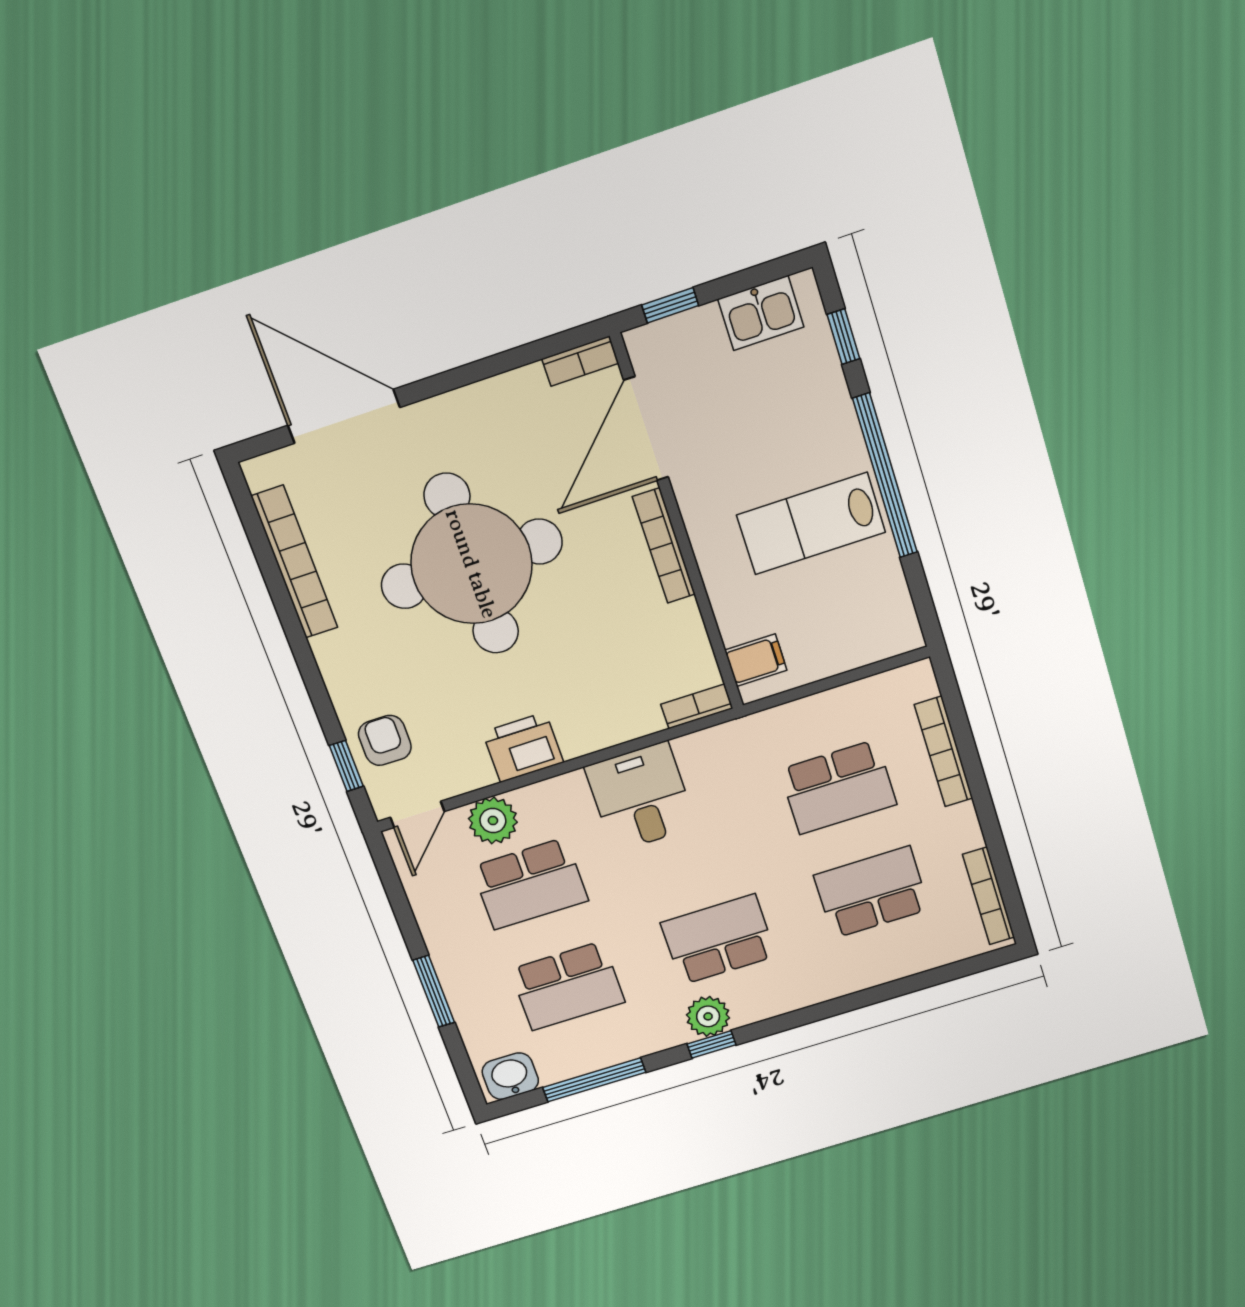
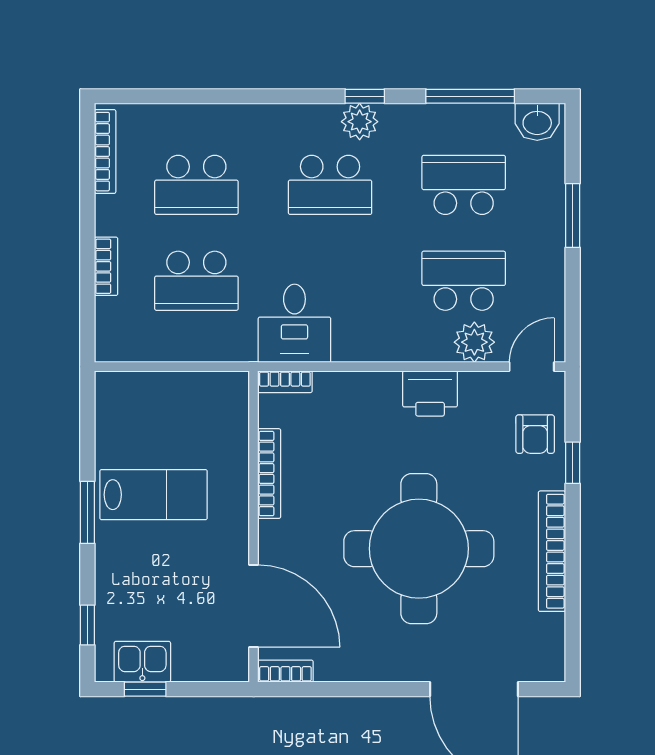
window: (670, 305) -> (145, 689), moved
door: (646, 429) -> (254, 606), hinge flipped
window: (885, 476) -> (87, 512), width x0.47
bookcase: (664, 546) -> (269, 474), moved
bookcase: (295, 562) -> (552, 551), moved
filing cabinet: (756, 660) -> (228, 403), removed
bookcase: (944, 752) -> (106, 266), width x0.64
window: (346, 766) -> (573, 463), moved
school desk: (838, 787) -> (196, 281), turned 180
desk: (641, 797) -> (294, 323), moved

